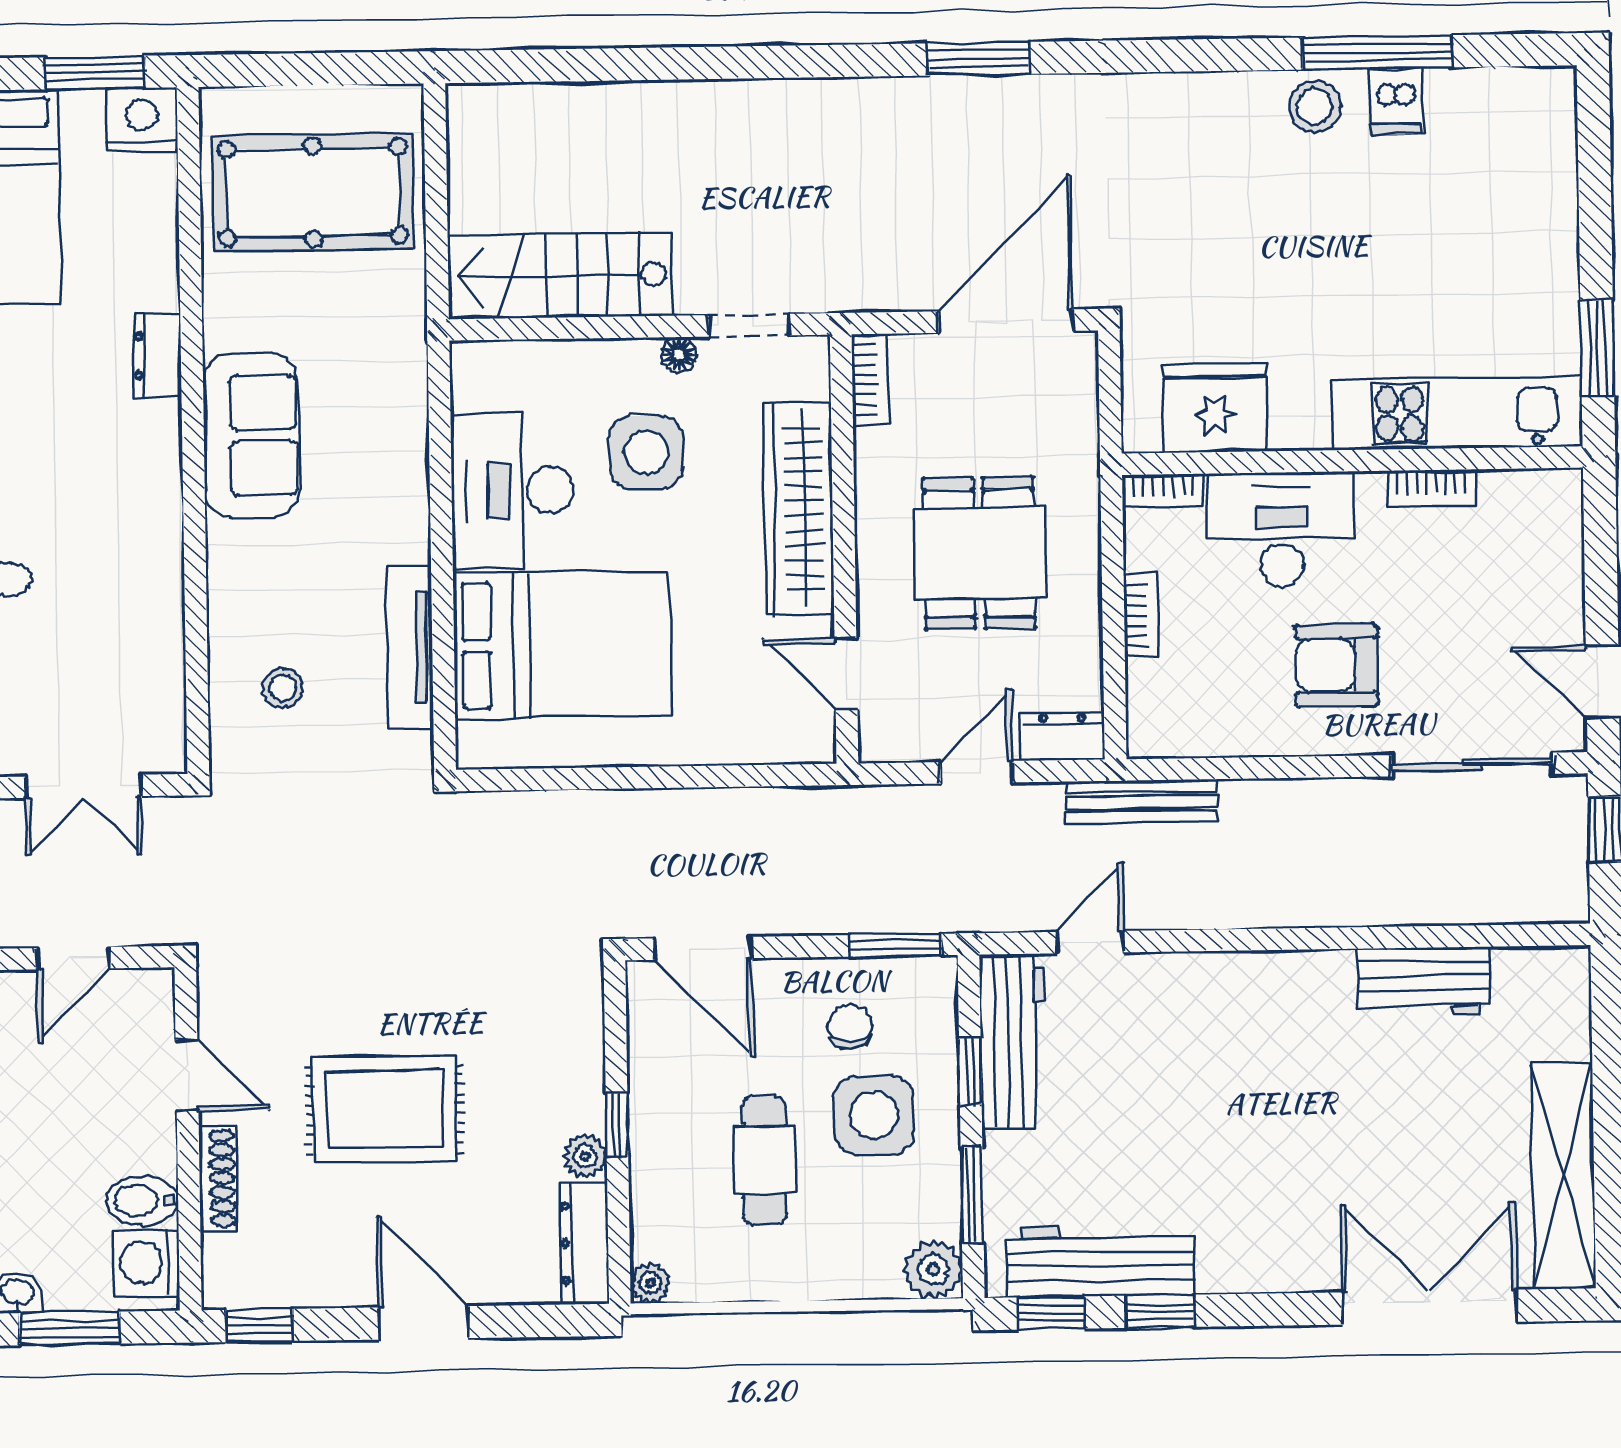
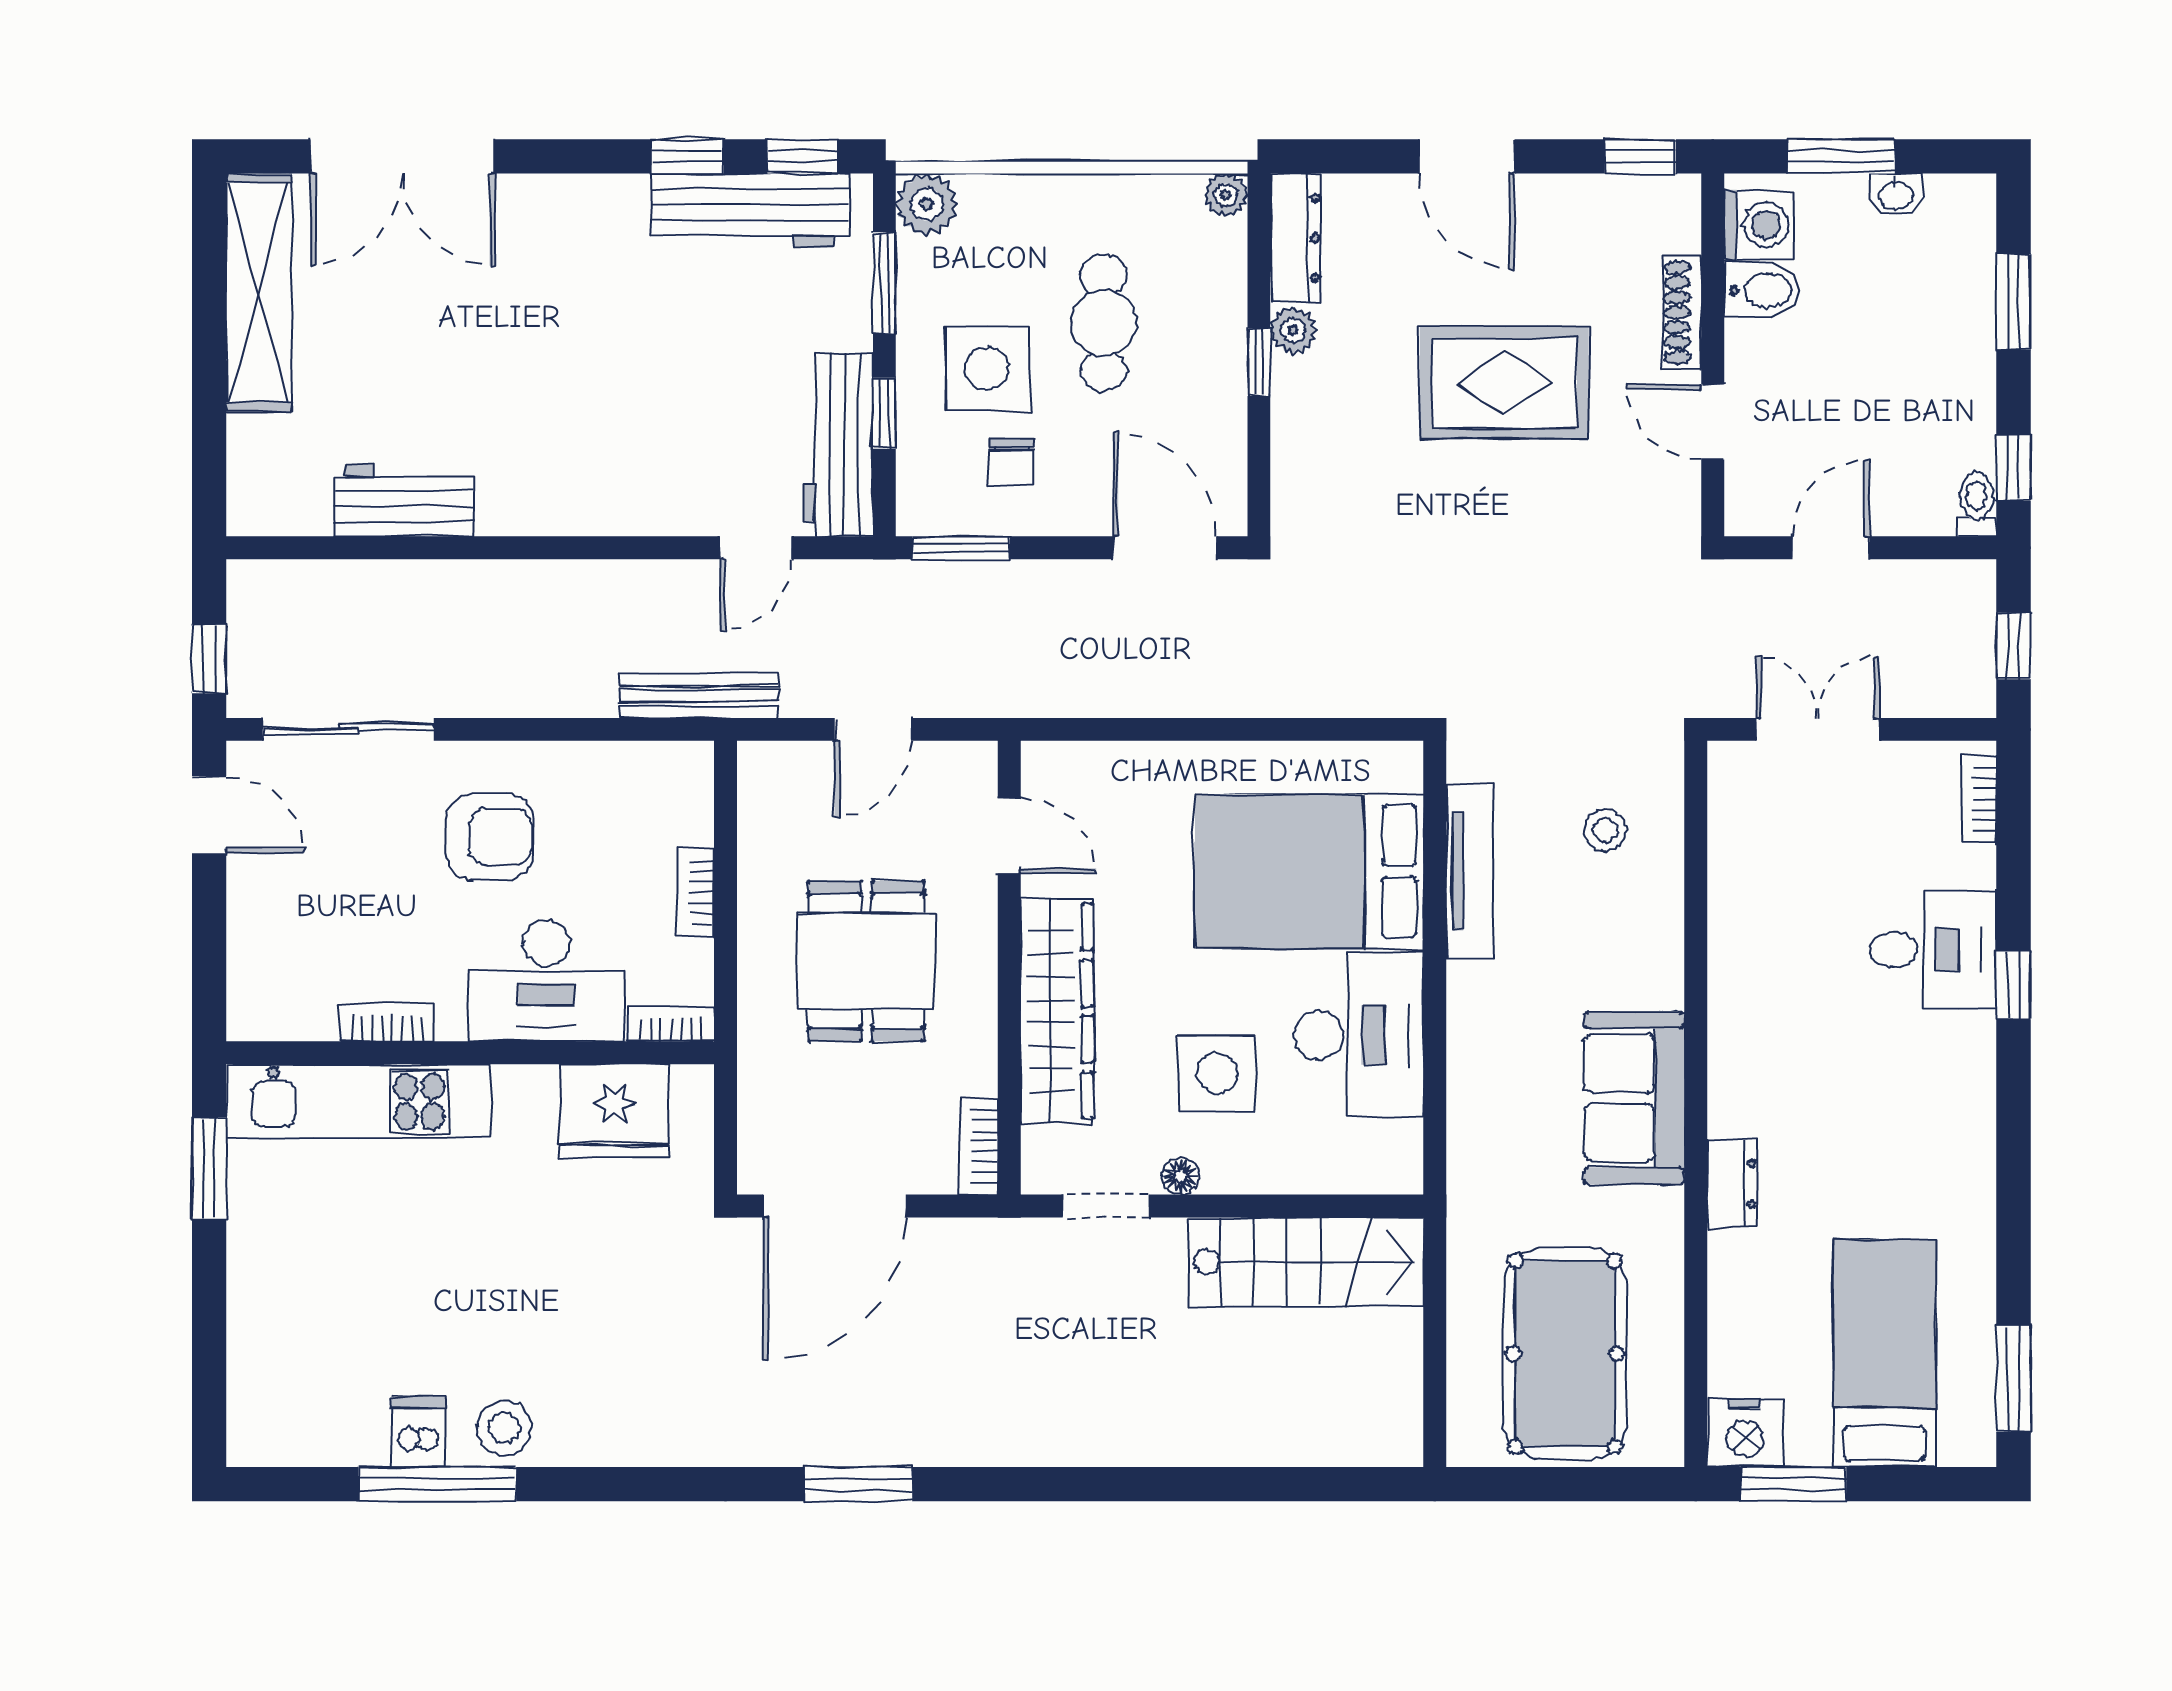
pool table: (313, 192) -> (1565, 1354), turned 90
dresser: (1062, 737) -> (781, 766), removed

